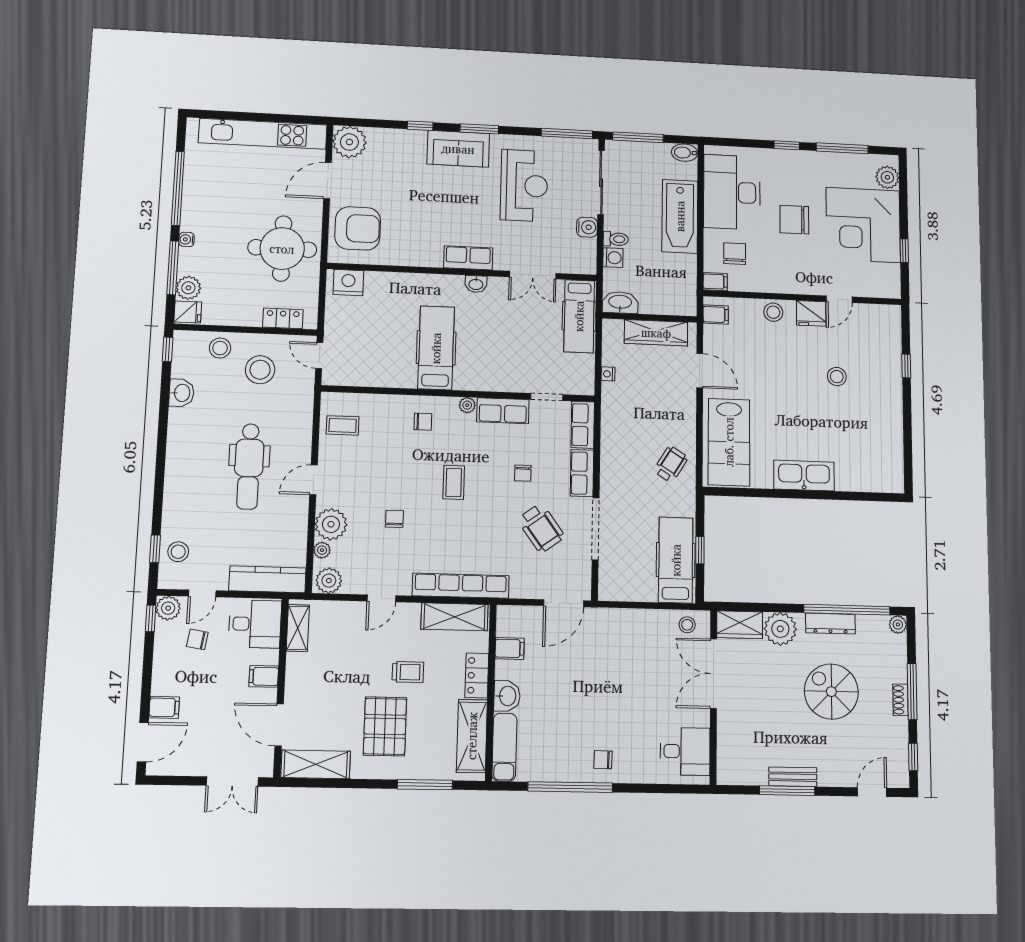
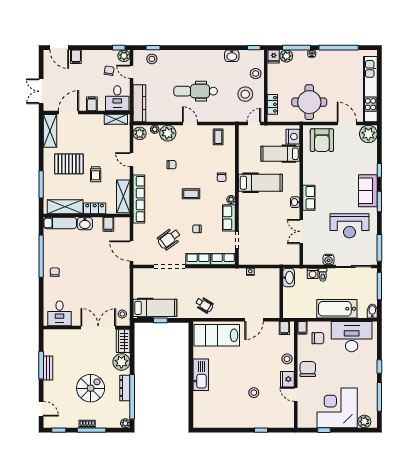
chair: (794, 220) -> (308, 369), moved
hospital bed: (579, 316) -> (280, 154), moved
wardrobe: (656, 333) -> (273, 297), removed

